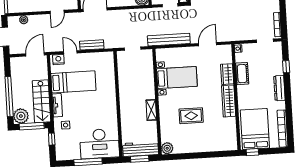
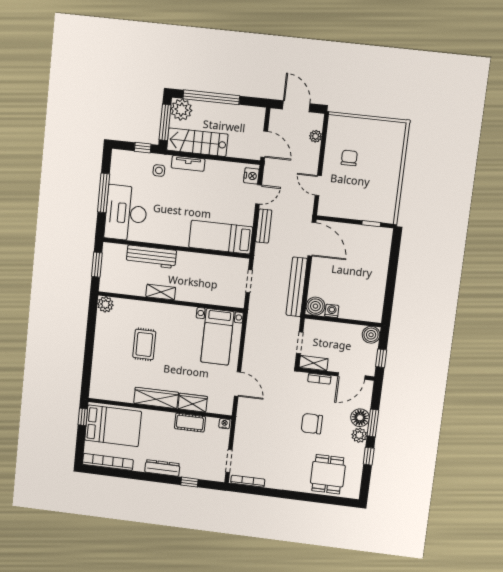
bench: (169, 40) -> (297, 287), moved
bed with nightstands: (177, 78) -> (217, 337), moved
bed: (73, 82) -> (221, 237), moved, turned 90
workbench: (141, 149) -> (151, 257), moved, turned 90

